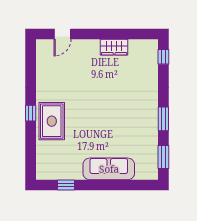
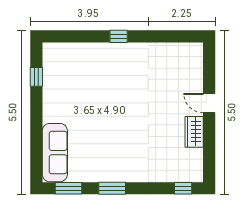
door: (62, 34) -> (209, 103), moved
rug: (52, 121) -> (109, 61), removed
sofa: (109, 169) -> (55, 153), moved

